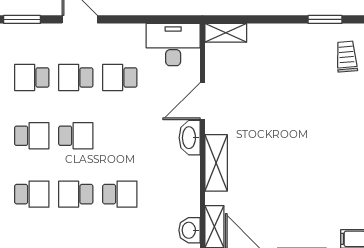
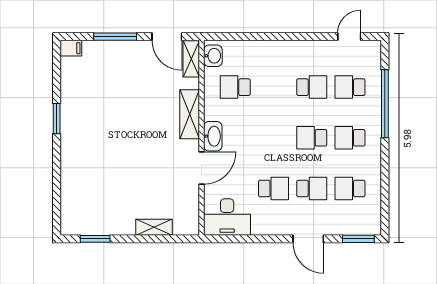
shelving: (226, 33) -> (154, 227), moved
trolley: (347, 57) -> (76, 207), removed
school desk: (32, 77) -> (350, 189), turned 180
school desk: (120, 194) -> (235, 87), moved

